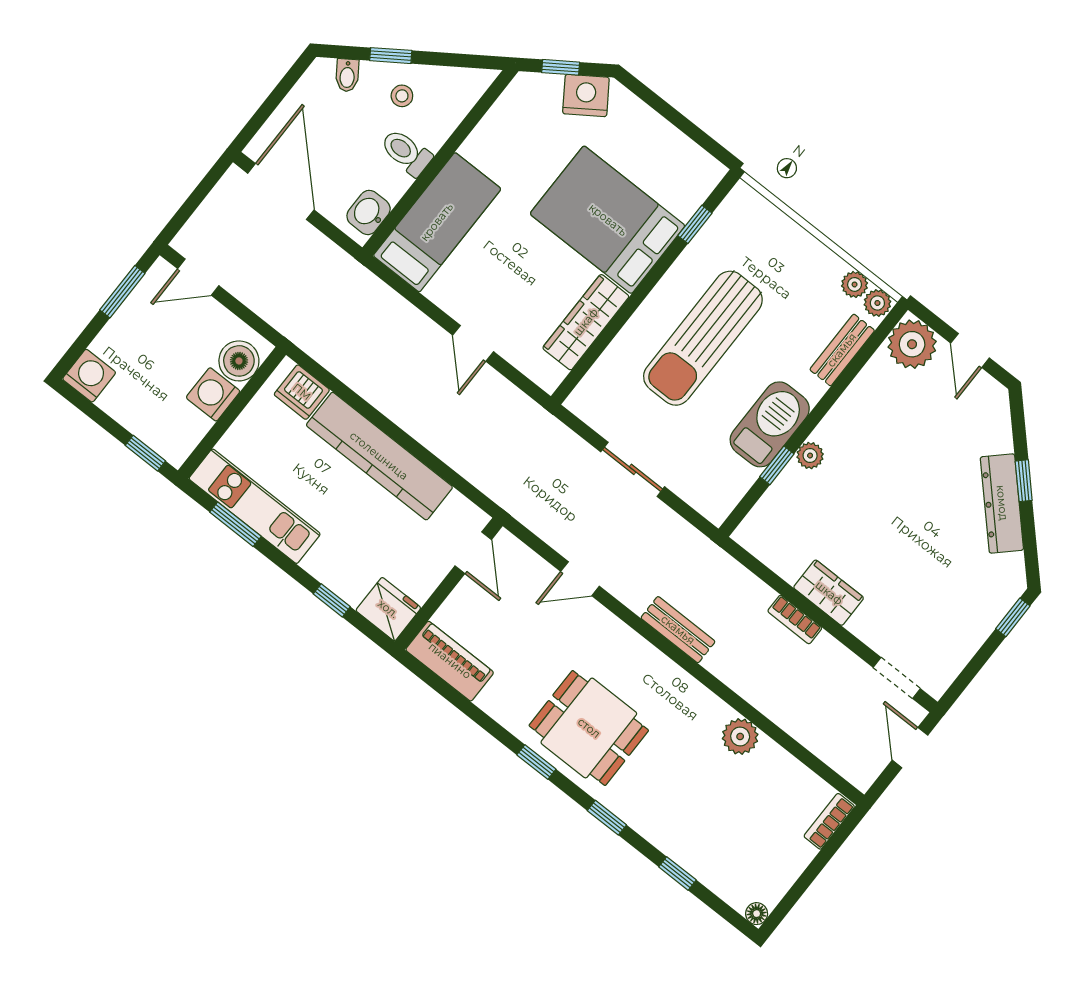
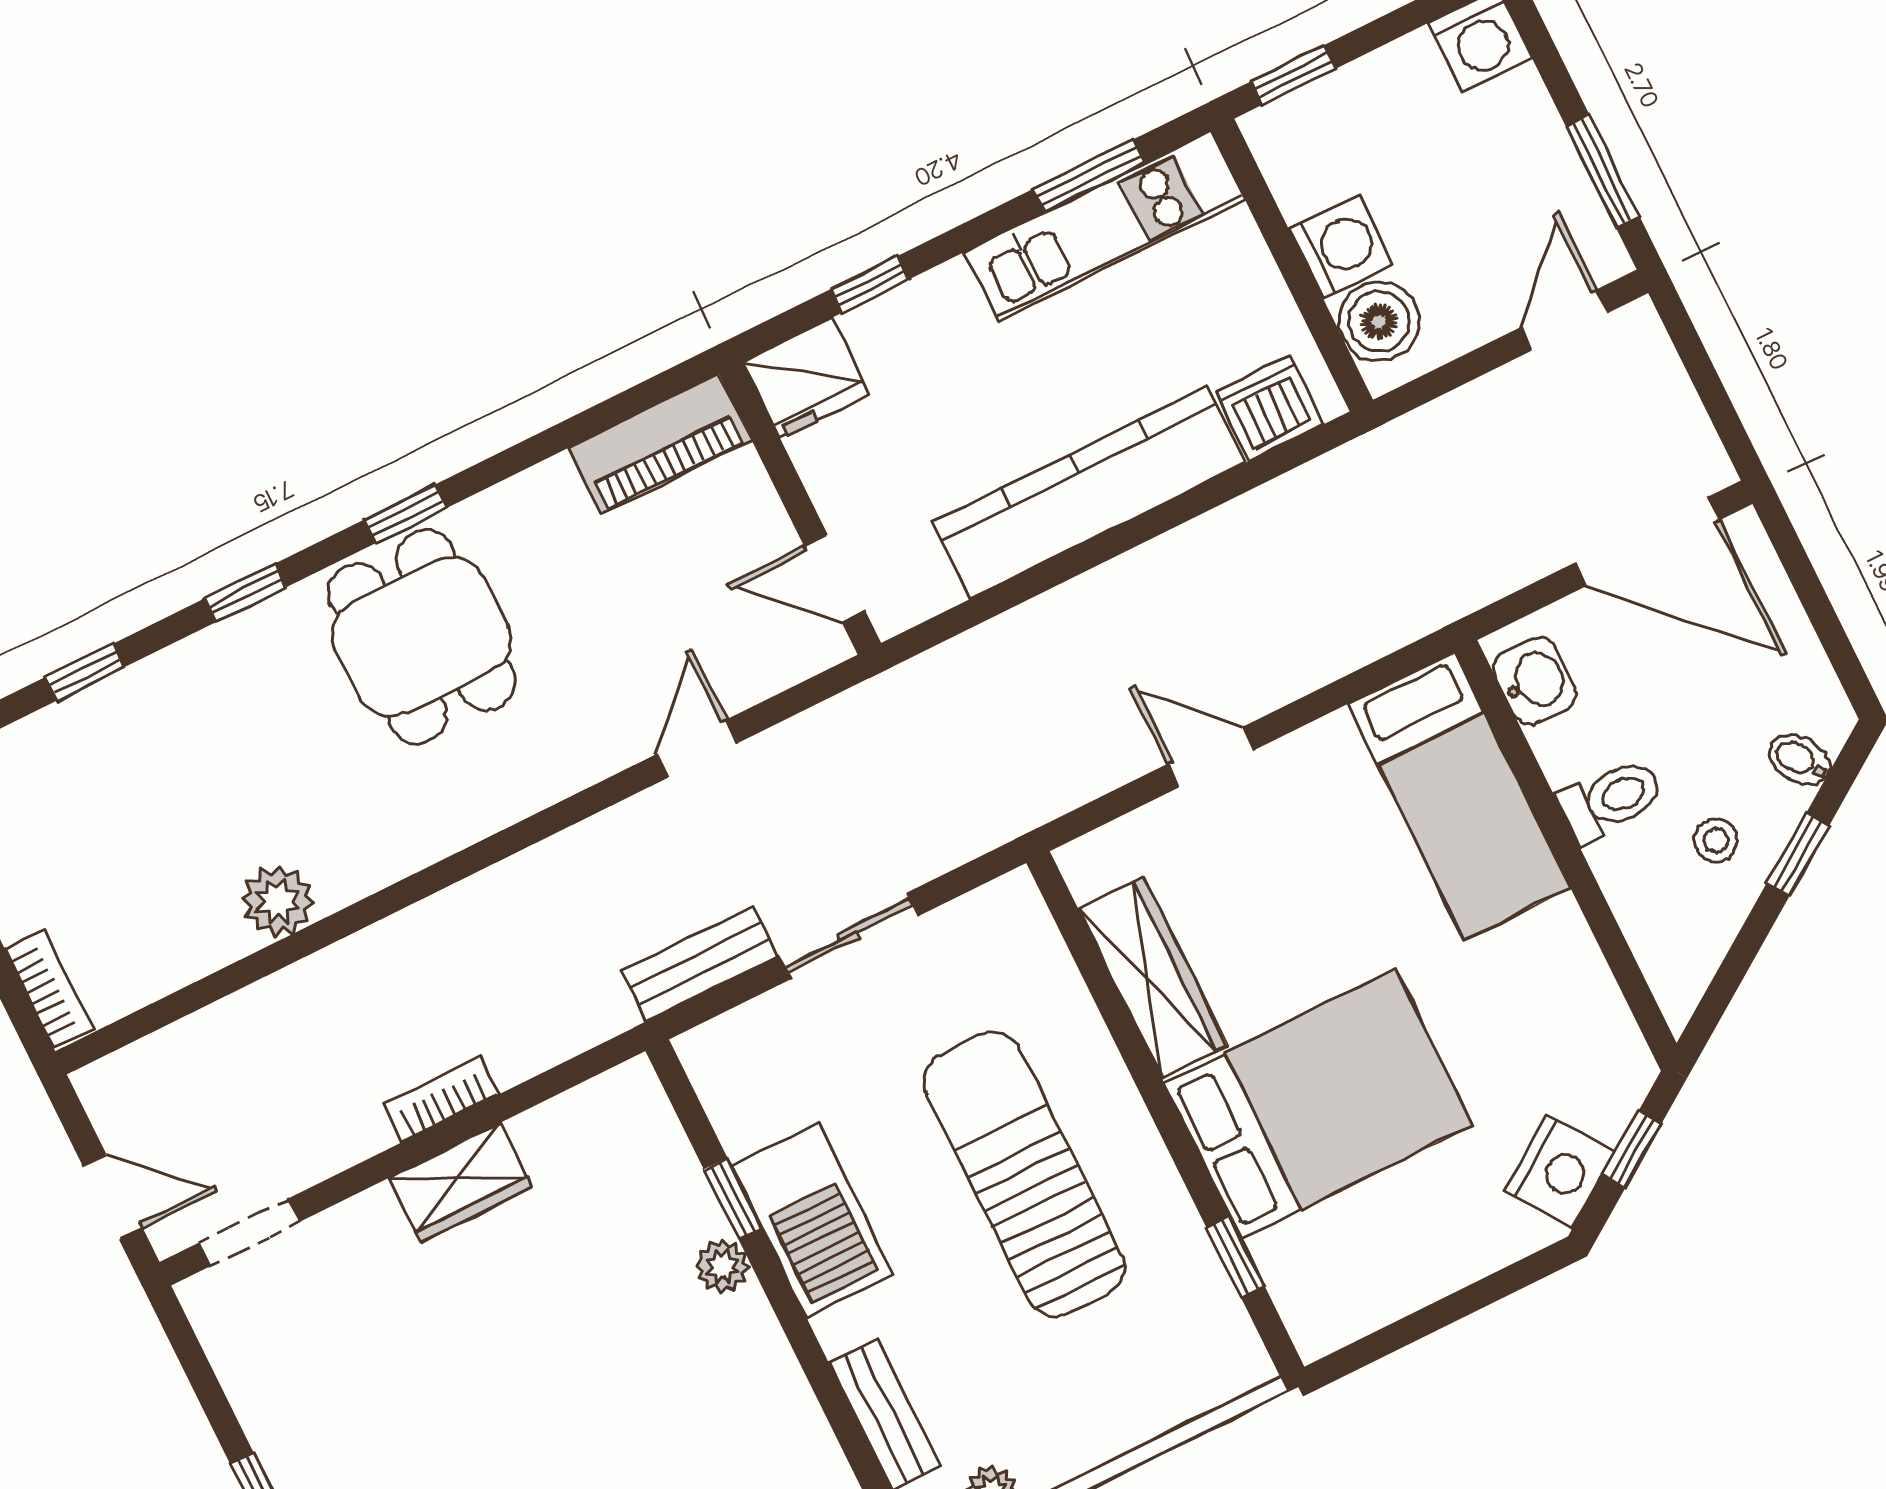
bench: (678, 630) -> (700, 964), moved
dining table: (589, 728) -> (422, 637), turned 90

